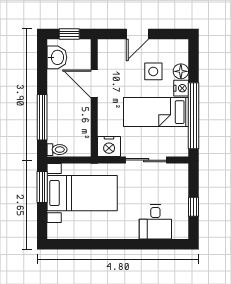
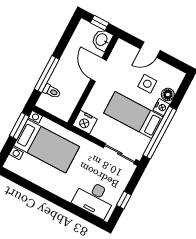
washbasin: (57, 57) -> (102, 40), moved, turned 180
toilet: (57, 150) -> (52, 91), moved
sliding door: (146, 160) -> (120, 154), moved
desk: (155, 222) -> (94, 199), width x1.37

